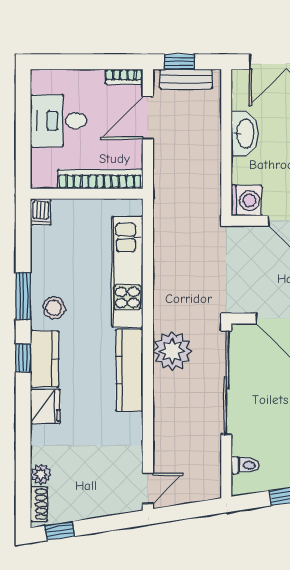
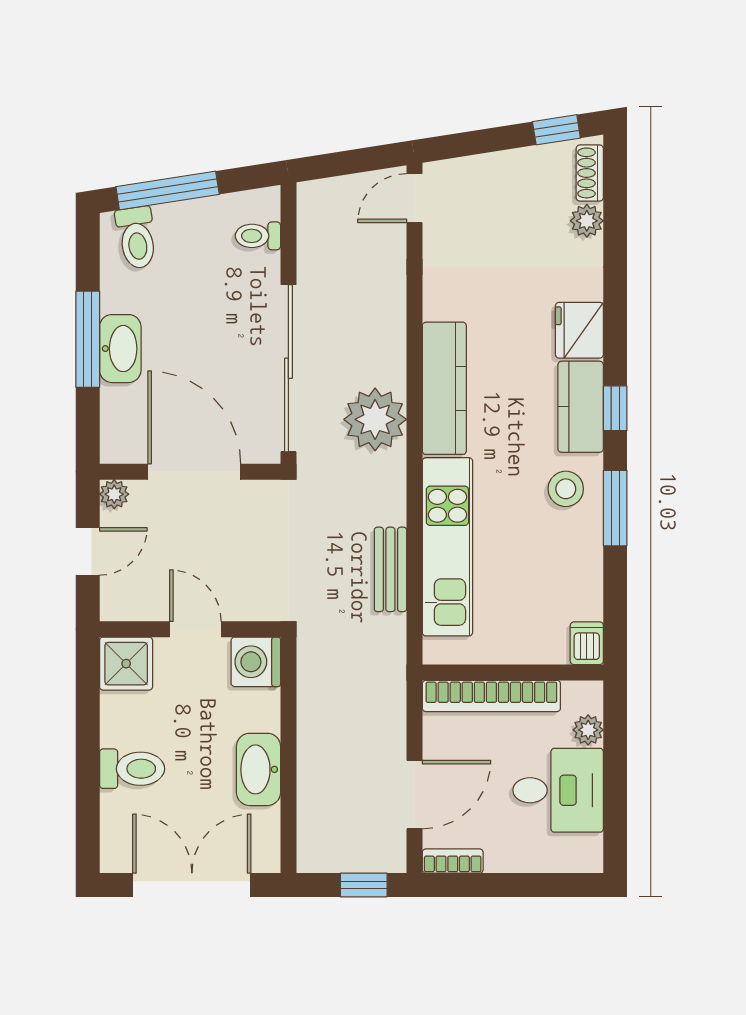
bench: (186, 79) -> (390, 569), moved, turned 90
plant: (40, 158) -> (588, 730), added

